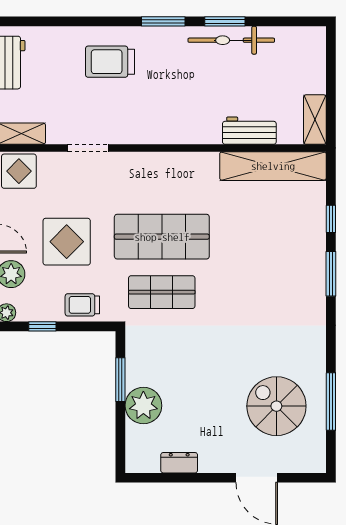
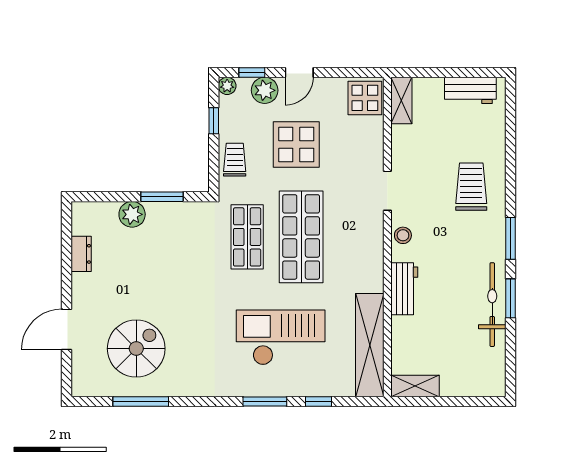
workbench: (249, 131) -> (404, 289), moved
stool: (160, 132) -> (403, 235), added
doorway: (88, 148) -> (387, 191), moved
checkout: (265, 258) -> (281, 337), added
plant: (143, 406) -> (132, 214), width x0.73, depth x0.73

